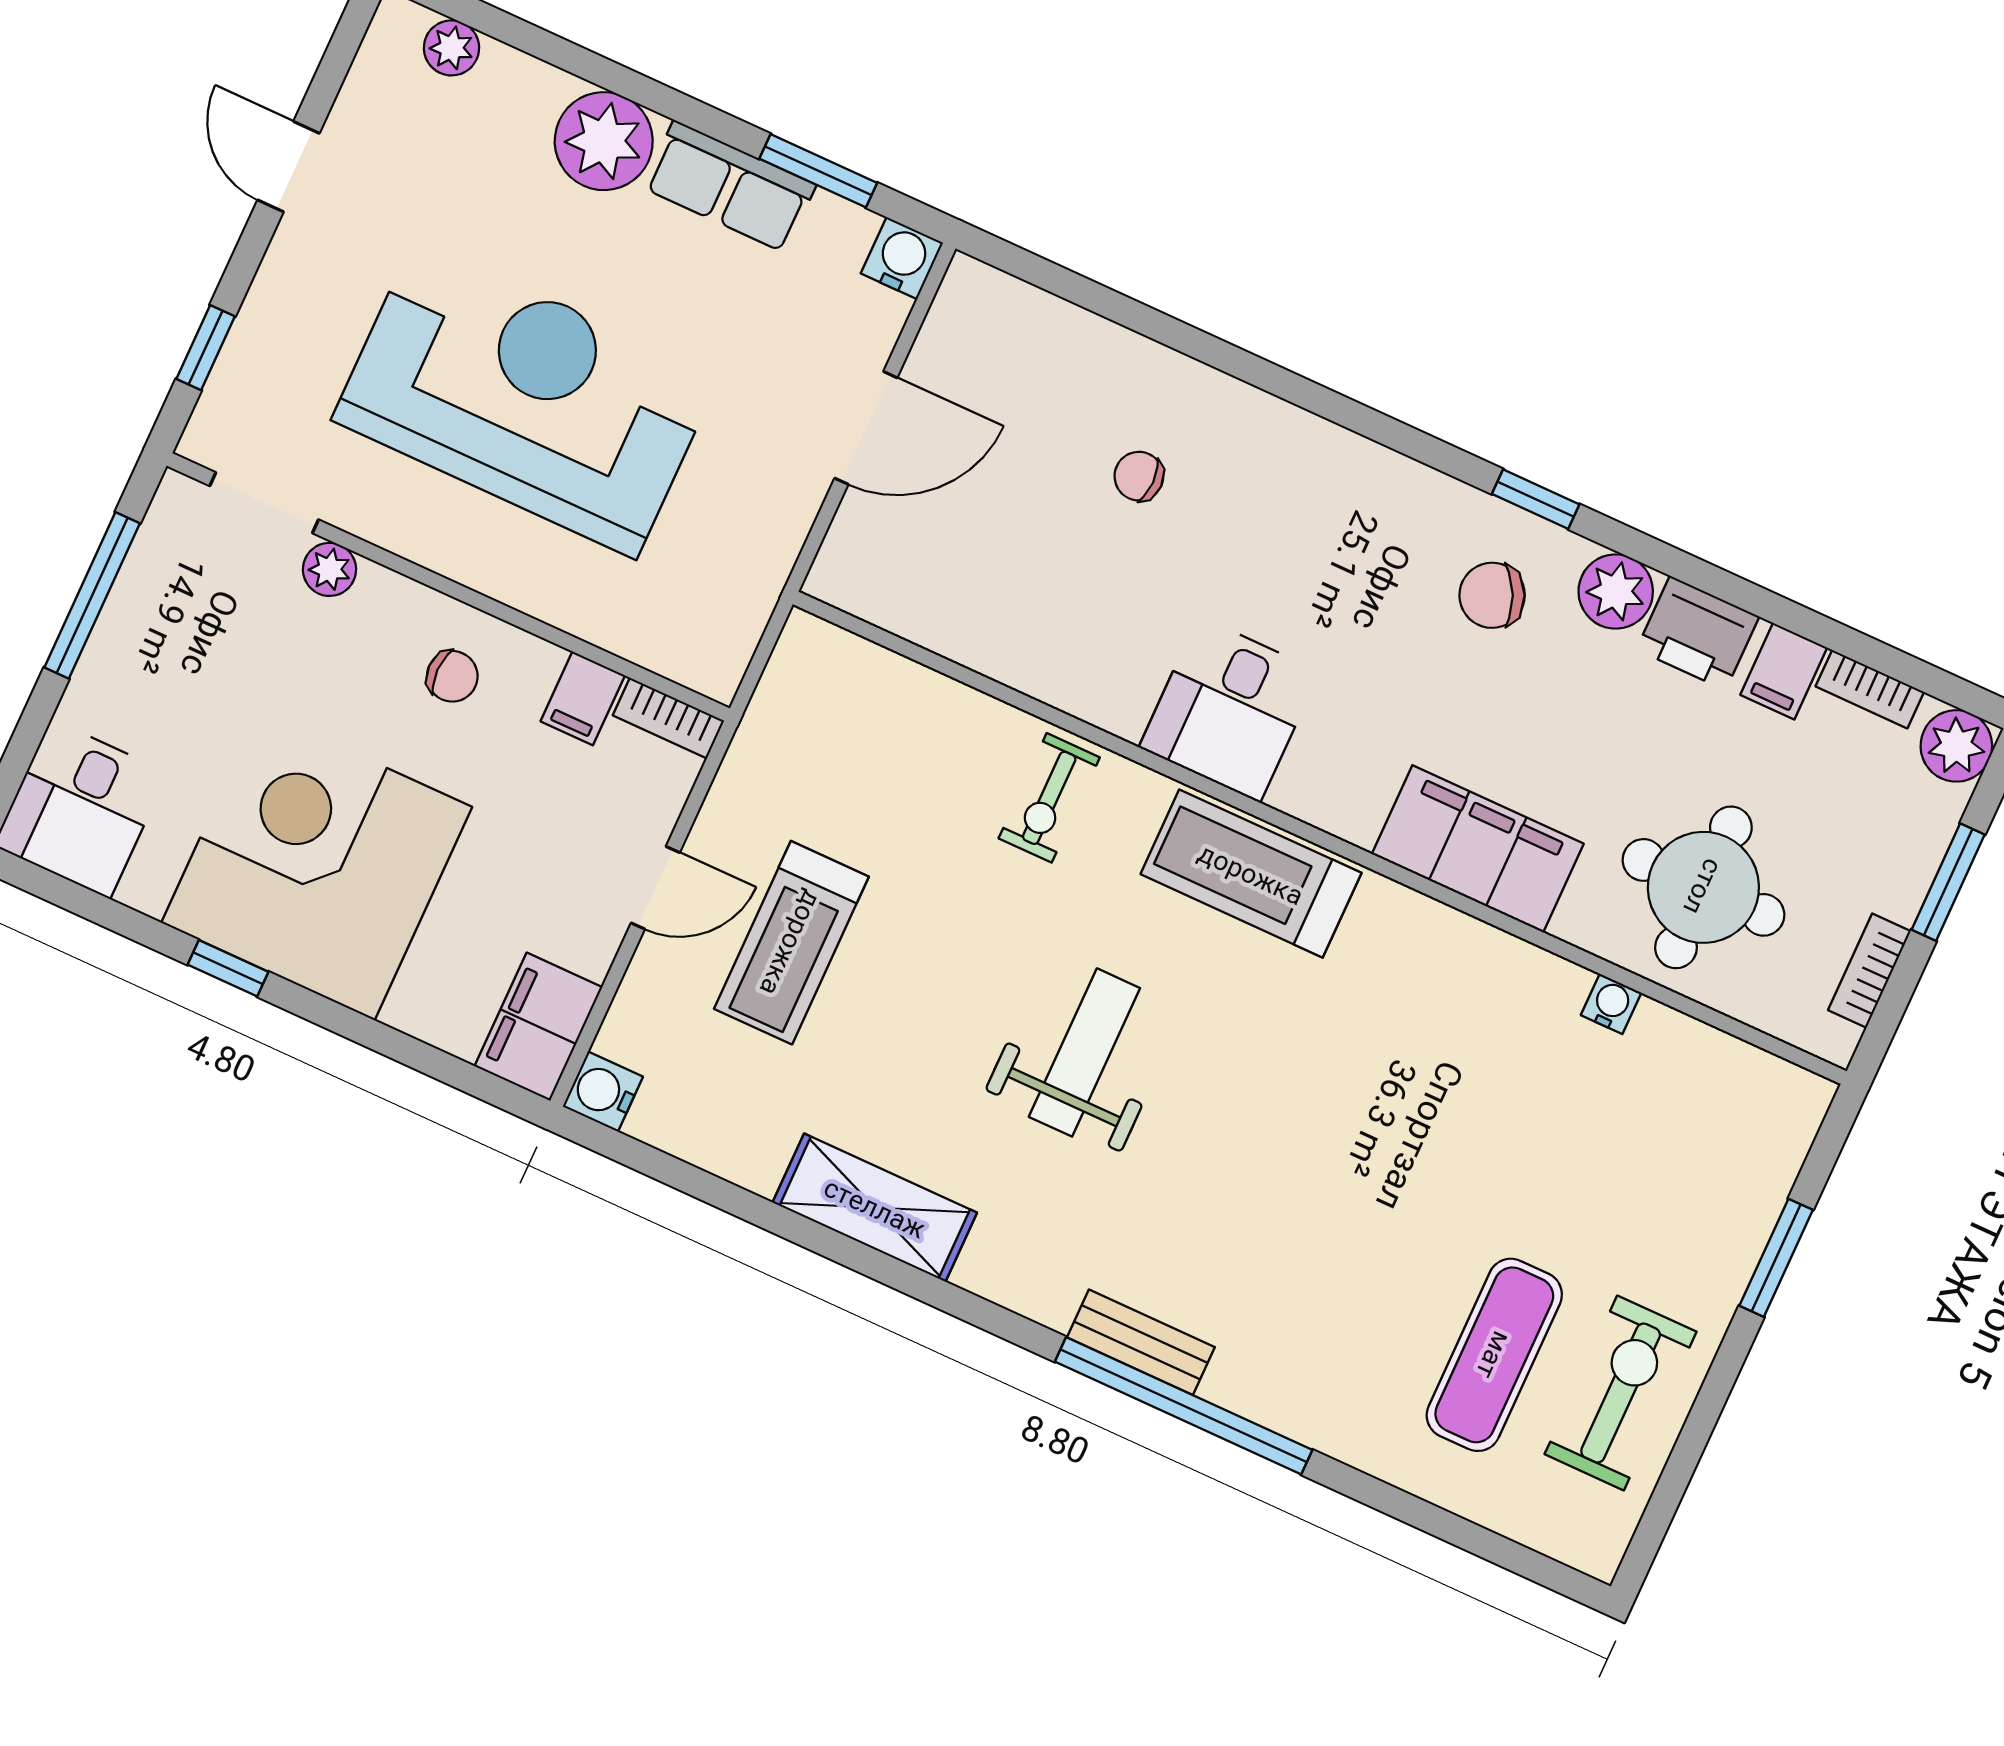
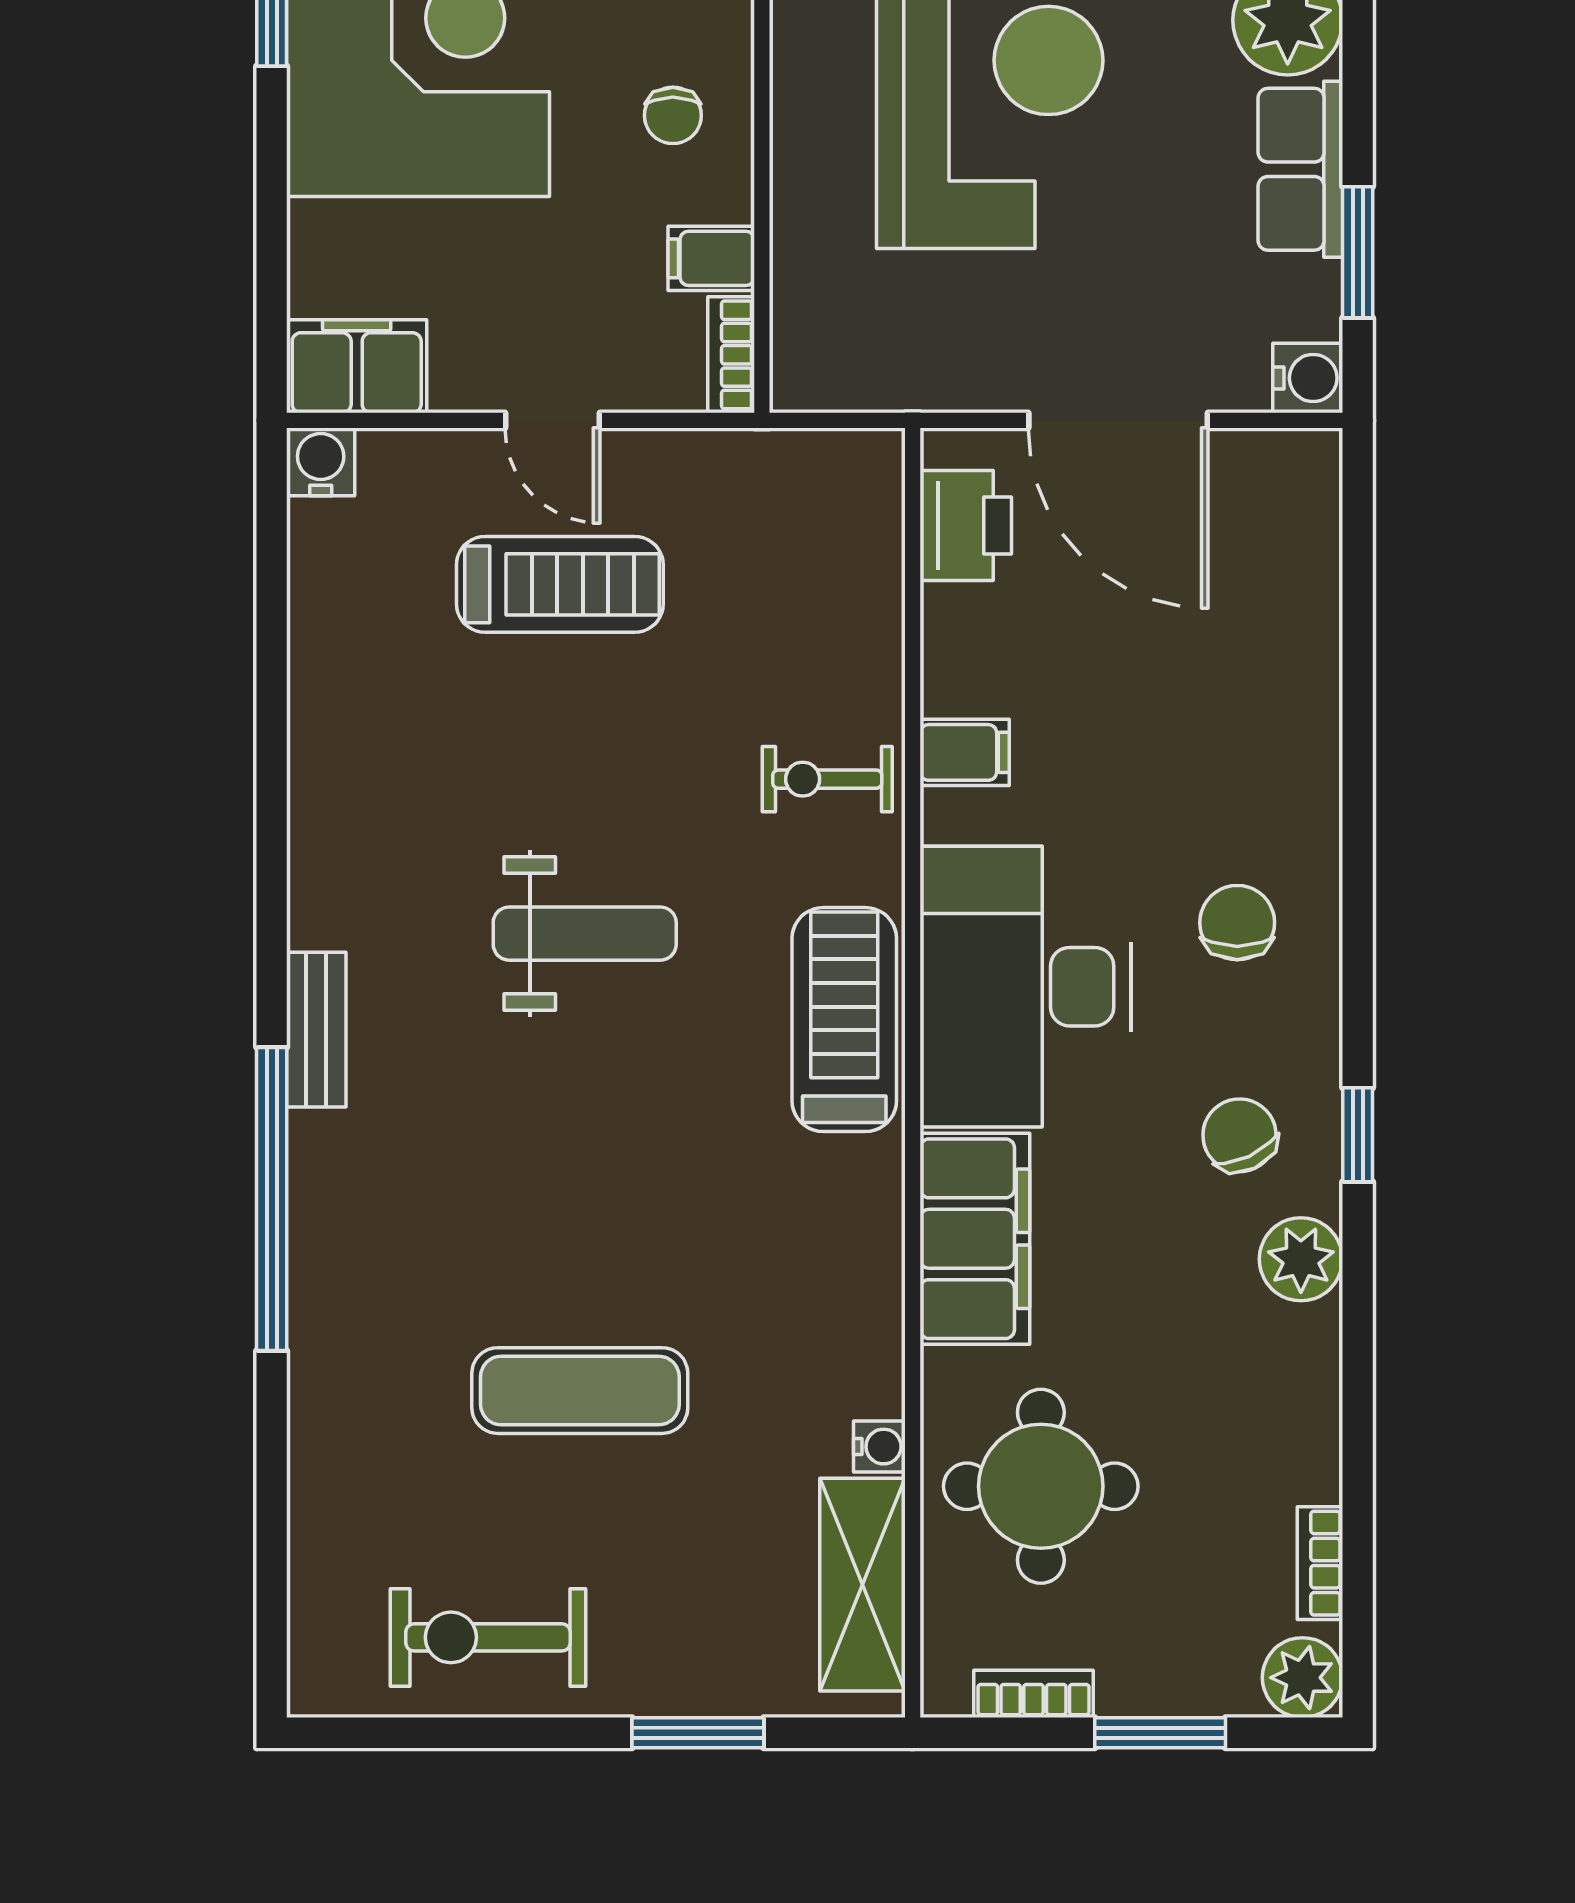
door: (866, 428) -> (1118, 420), width x1.36
chair: (1139, 476) -> (1237, 923), moved, width x1.37, depth x1.37
printer: (1698, 633) -> (966, 525), moved, turned 180
filing cabinet: (1784, 671) -> (965, 752), moved, turned 180
desk: (1229, 709) -> (1025, 987), width x1.87, depth x1.30
treadmill: (791, 943) -> (560, 584), turned 180
shelving: (875, 1208) -> (863, 1585), moved
bench: (1141, 1342) -> (316, 1030), moved
exercise mat: (1494, 1355) -> (580, 1391), moved
exercise bike: (1621, 1393) -> (488, 1637), turned 180

